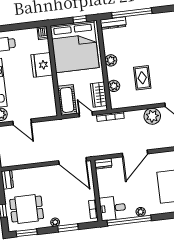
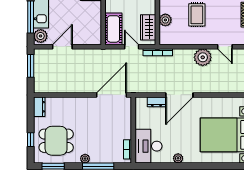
door: (22, 122) -> (62, 47), swing flipped
door: (73, 161) -> (112, 95), swing flipped
dresser: (103, 164) -> (156, 102), moved
desk: (113, 208) -> (148, 146), width x1.37
window: (129, 221) -> (165, 166), removed
window: (68, 228) -> (98, 166), width x1.44

